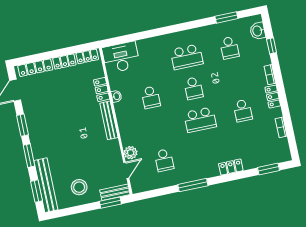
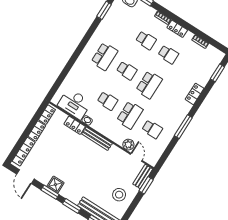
school desk: (229, 48) -> (146, 40), moved
desk: (121, 57) -> (75, 104), moved, turned -90
shower: (34, 123) -> (55, 185), added
school desk: (157, 129) -> (130, 115), added

